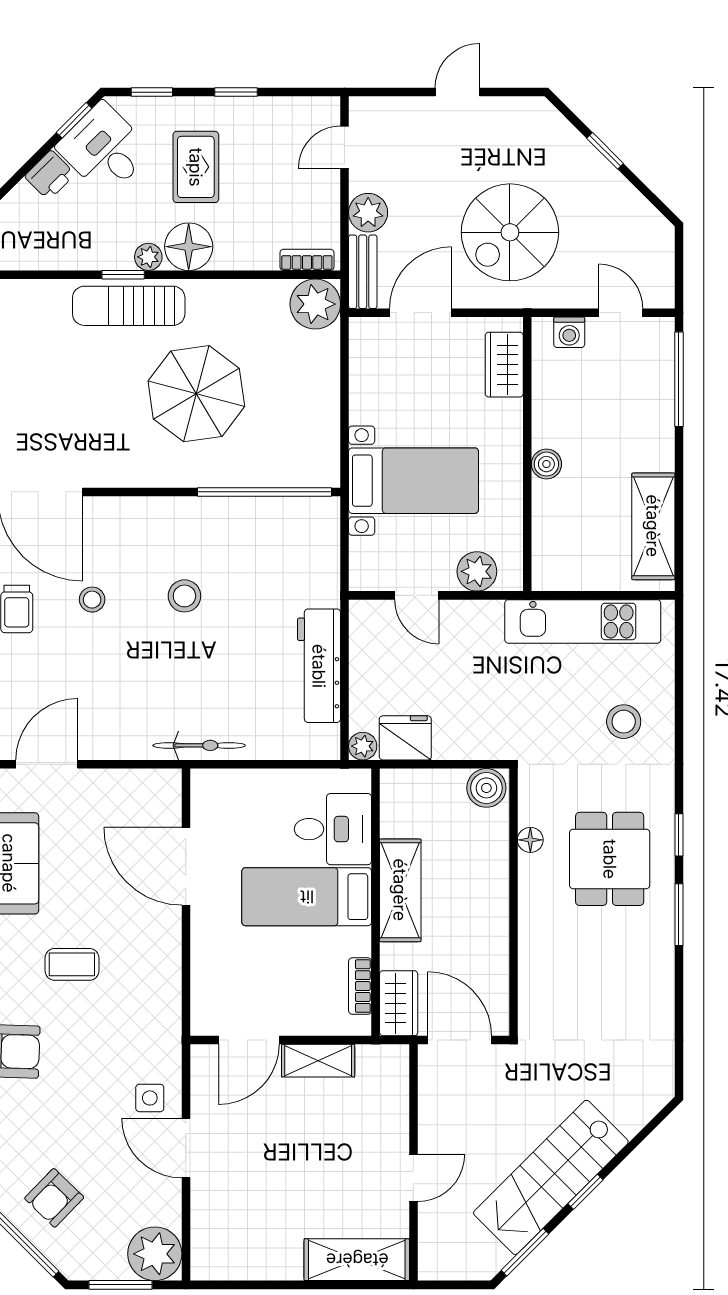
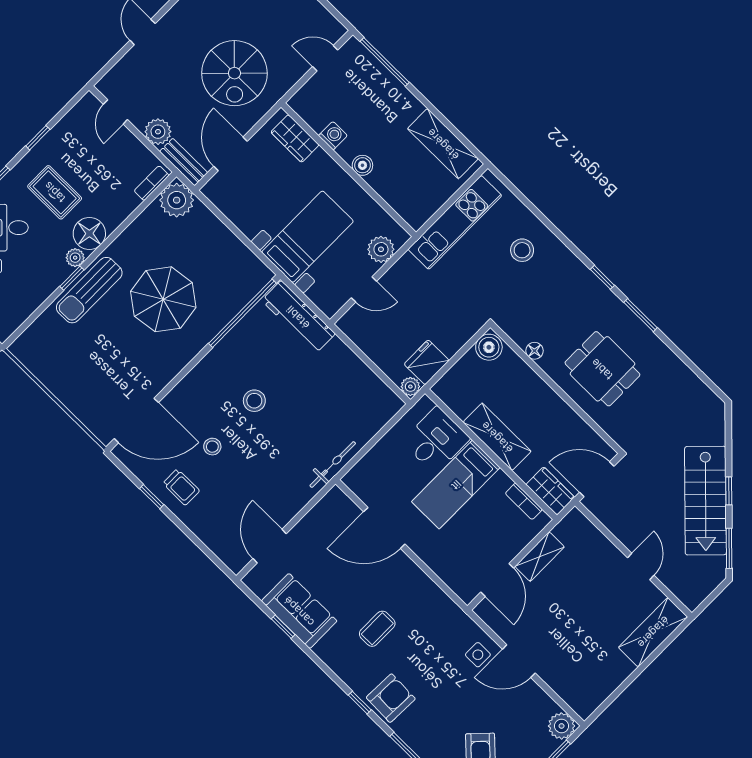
washing machine: (569, 332) -> (333, 136), moved, turned -90
workbench: (319, 666) -> (298, 317), moved
dining table: (610, 859) -> (602, 369), moved
plant: (155, 1254) -> (562, 726), width x0.73, depth x0.73

